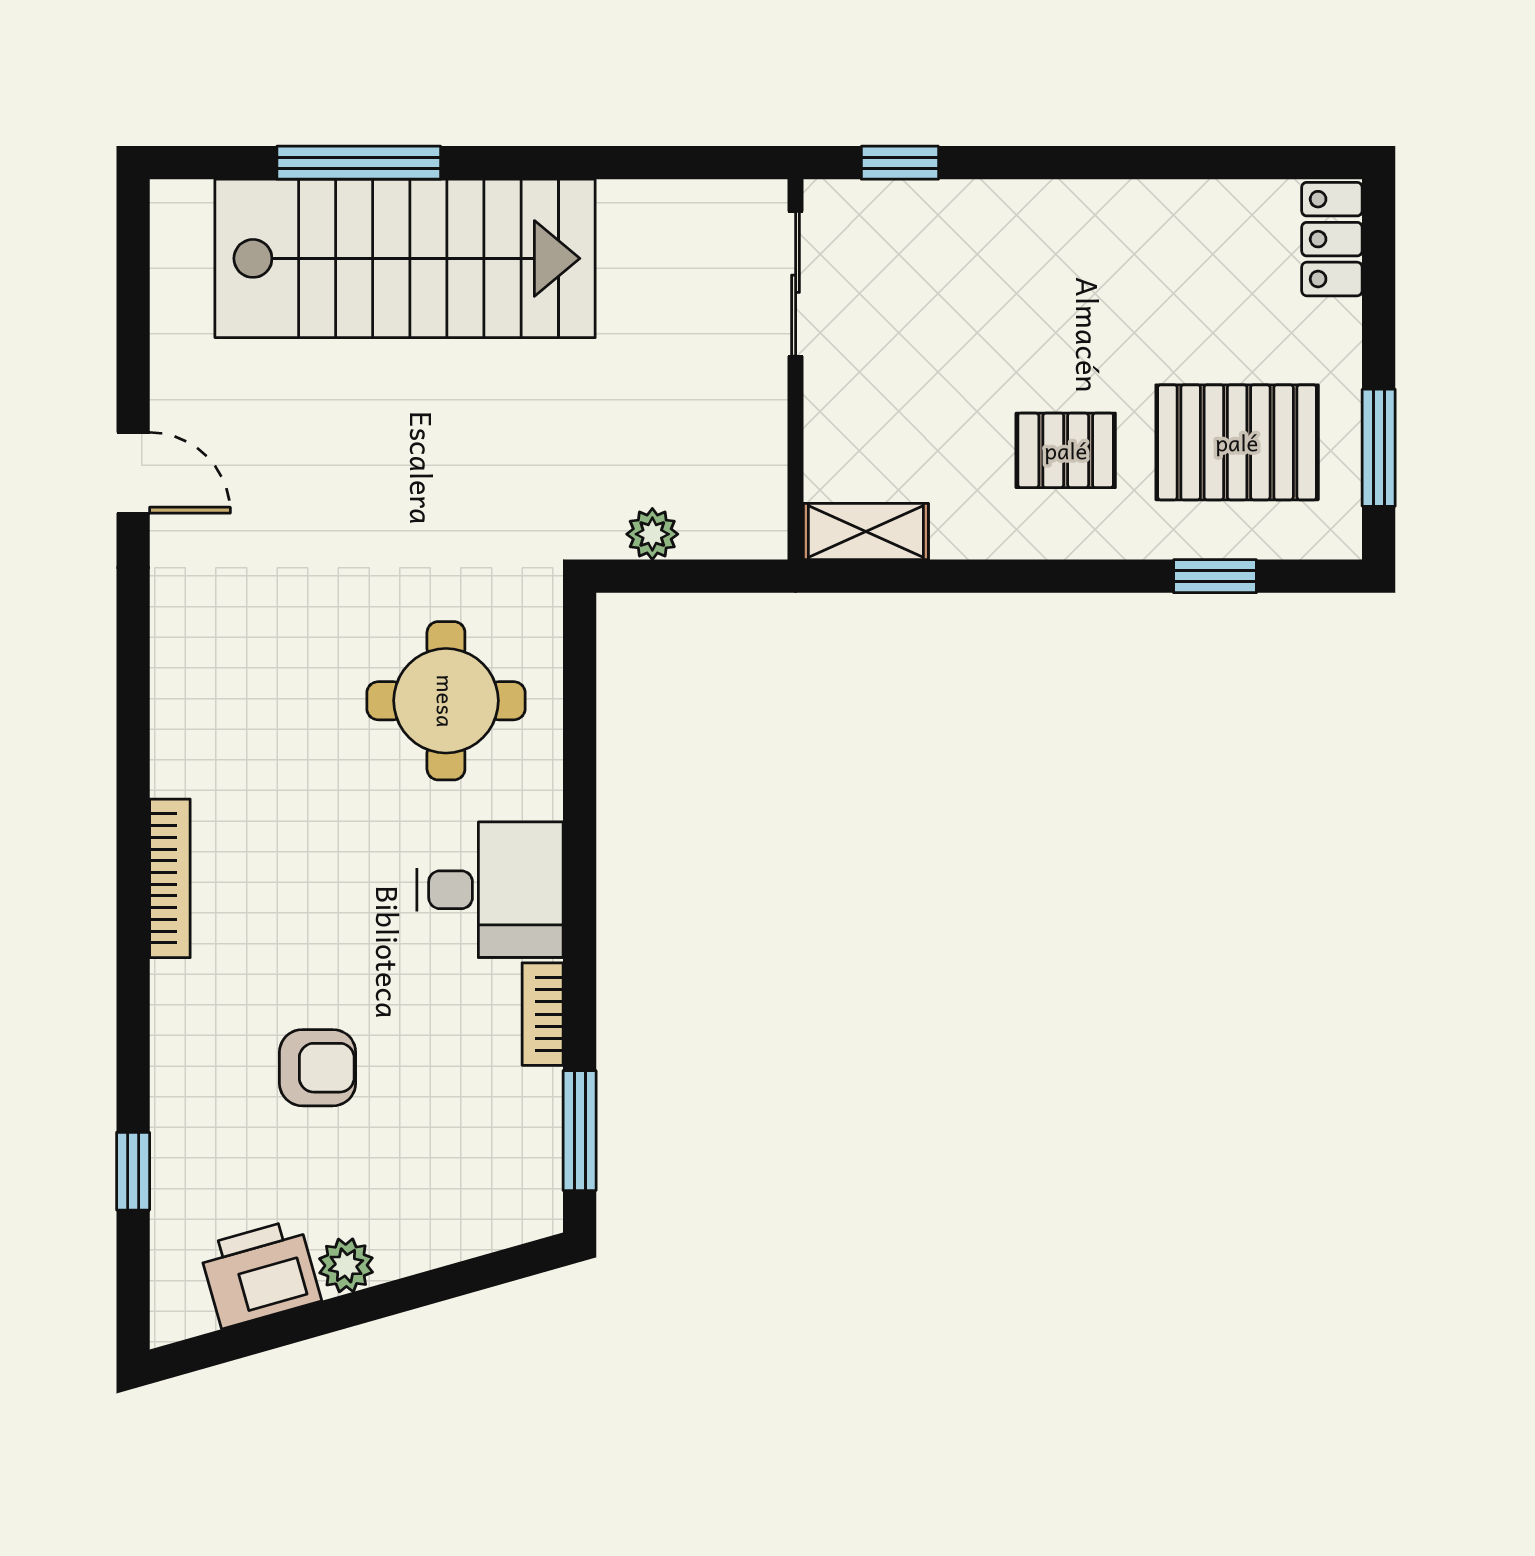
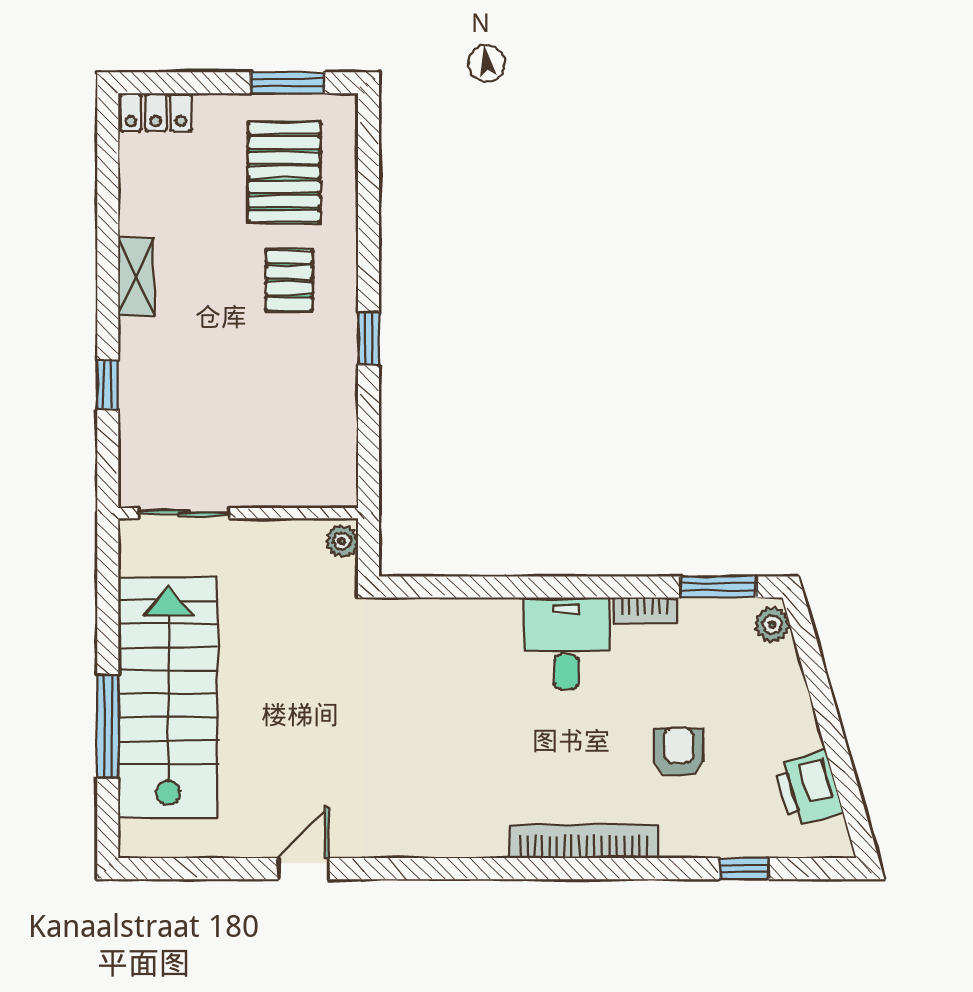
sliding door: (796, 284) -> (184, 513), moved
wall: (796, 369) -> (238, 513), moved
shelving: (866, 532) -> (136, 277), moved
window: (1215, 576) -> (369, 339), moved
round table: (446, 701) -> (447, 671), removed
bookcase: (170, 878) -> (583, 841), width x1.48, depth x1.31
plant: (346, 1265) -> (772, 624), moved

